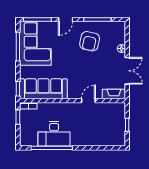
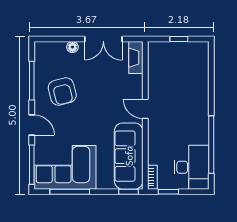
armchair: (90, 41) -> (62, 92), turned 64
double door: (127, 71) -> (103, 39), swing flipped
door: (88, 101) -> (145, 109), moved
desk: (54, 134) -> (192, 167), moved

